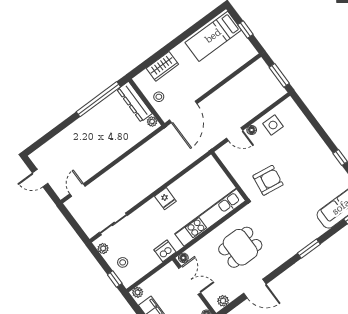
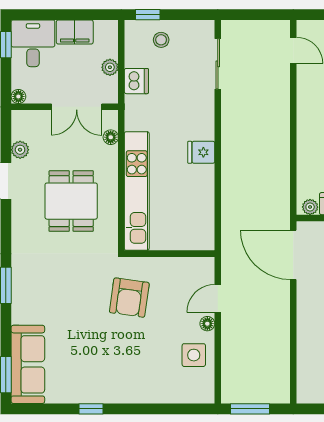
plant: (103, 248) -> (197, 28), removed
dishwasher: (165, 251) -> (136, 81), moved
floor lamp: (183, 258) -> (111, 137), moved
plant: (138, 292) -> (110, 67), moved
plant: (223, 301) -> (20, 150), moved

